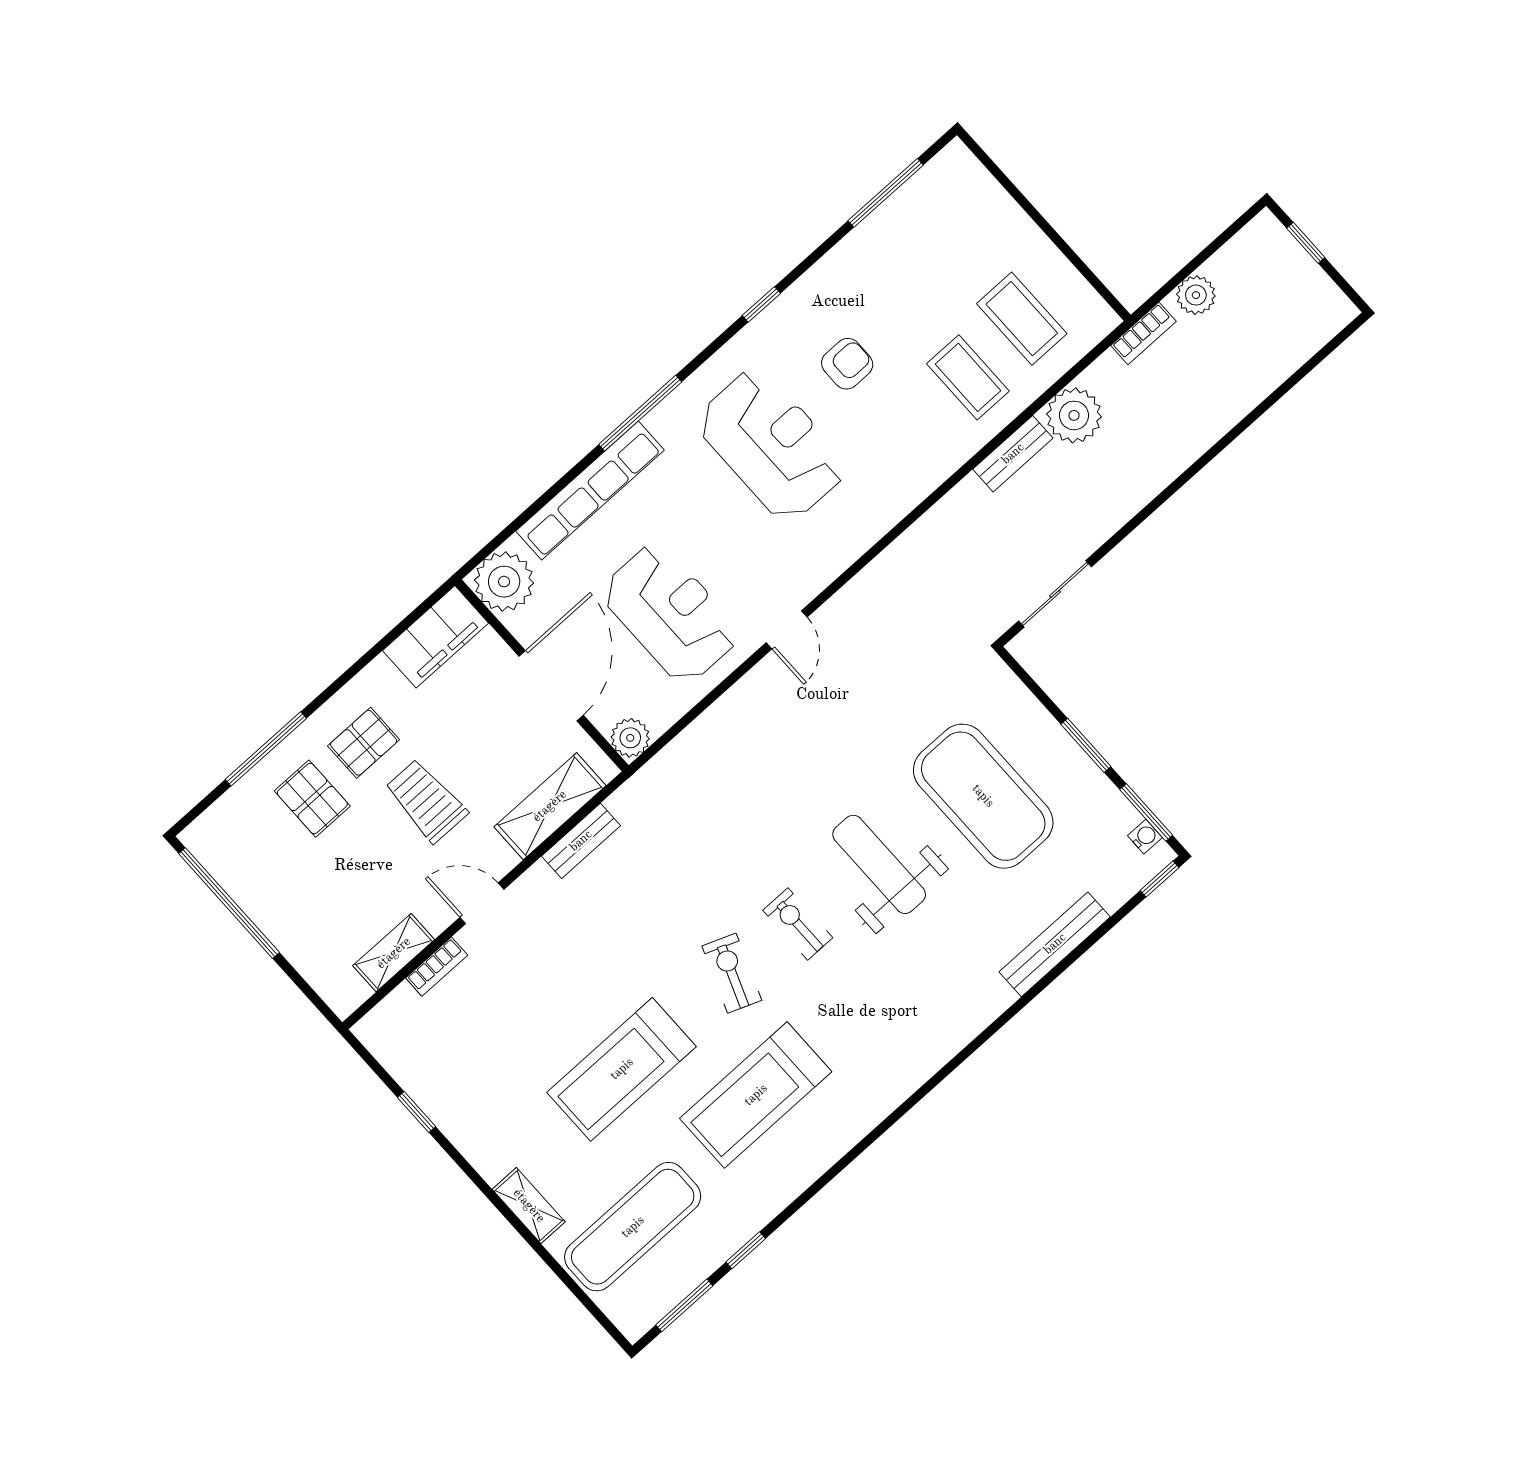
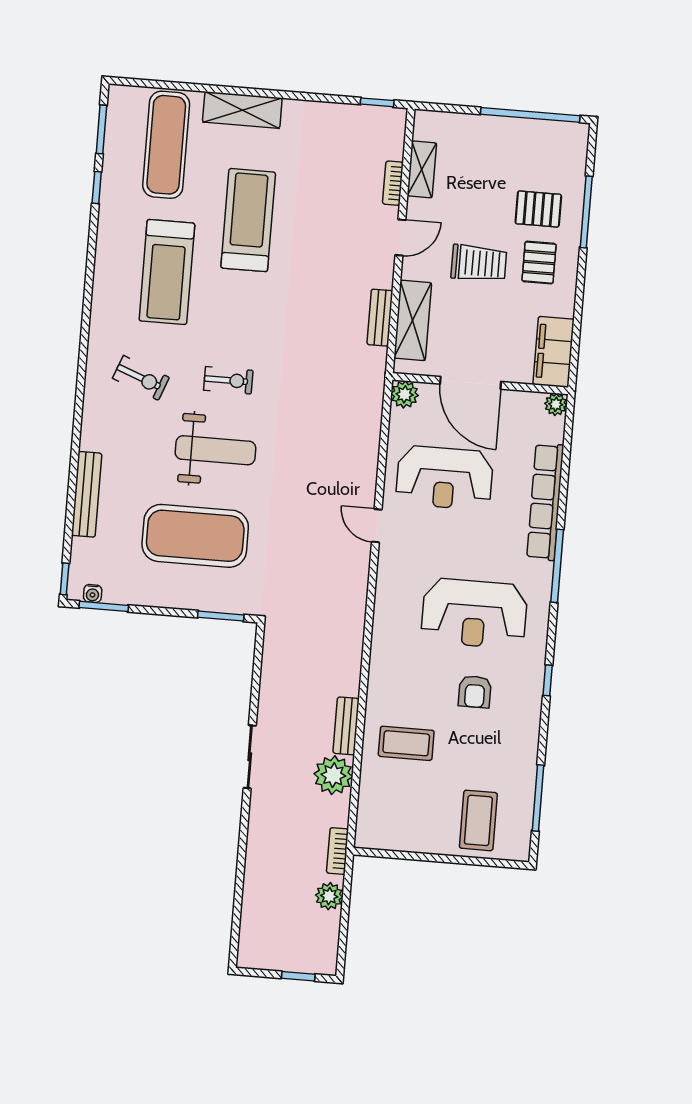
coffee table: (1022, 319) -> (478, 820), moved, turned 90
plant: (504, 582) -> (556, 404), width x0.53, depth x0.53
sliding door: (1055, 594) -> (250, 757), moved
window: (1086, 745) -> (221, 616), moved
exercise bike: (732, 973) -> (141, 378), moved
treadmill: (756, 1095) -> (167, 272), turned 180
window: (416, 1112) -> (377, 102), moved
shelving: (529, 1206) -> (242, 110), width x1.50, depth x1.33

